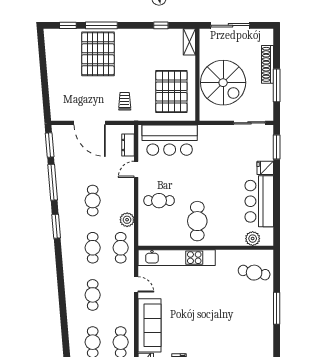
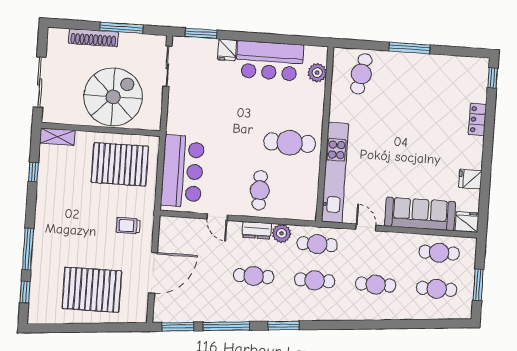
pallet: (98, 54) -> (92, 290), moved
dresser: (128, 145) -> (257, 230), moved
door: (136, 284) -> (366, 227), hinge flipped

